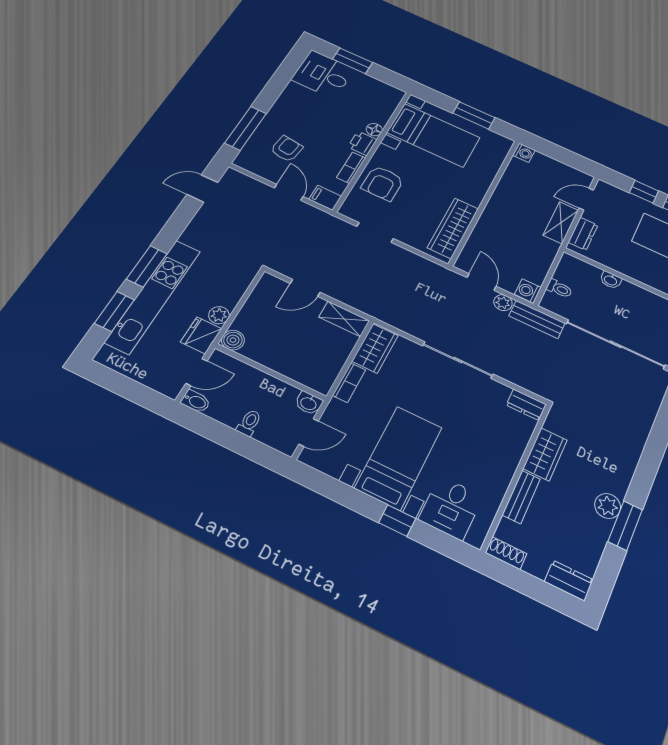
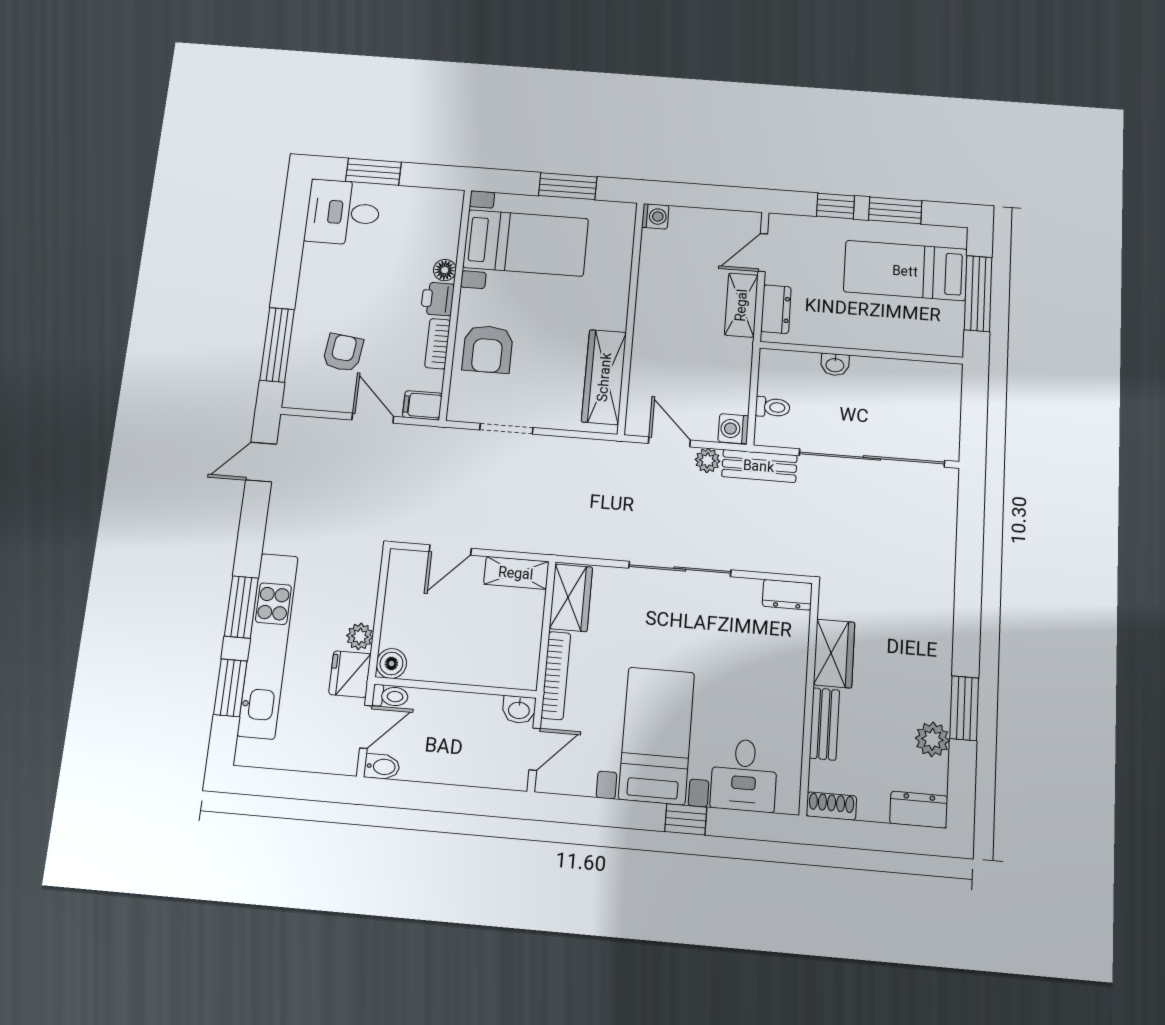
bookcase: (349, 383) -> (556, 675), width x1.56
toilet: (249, 423) -> (390, 696), moved, turned 90
plant: (608, 506) -> (932, 739), moved

